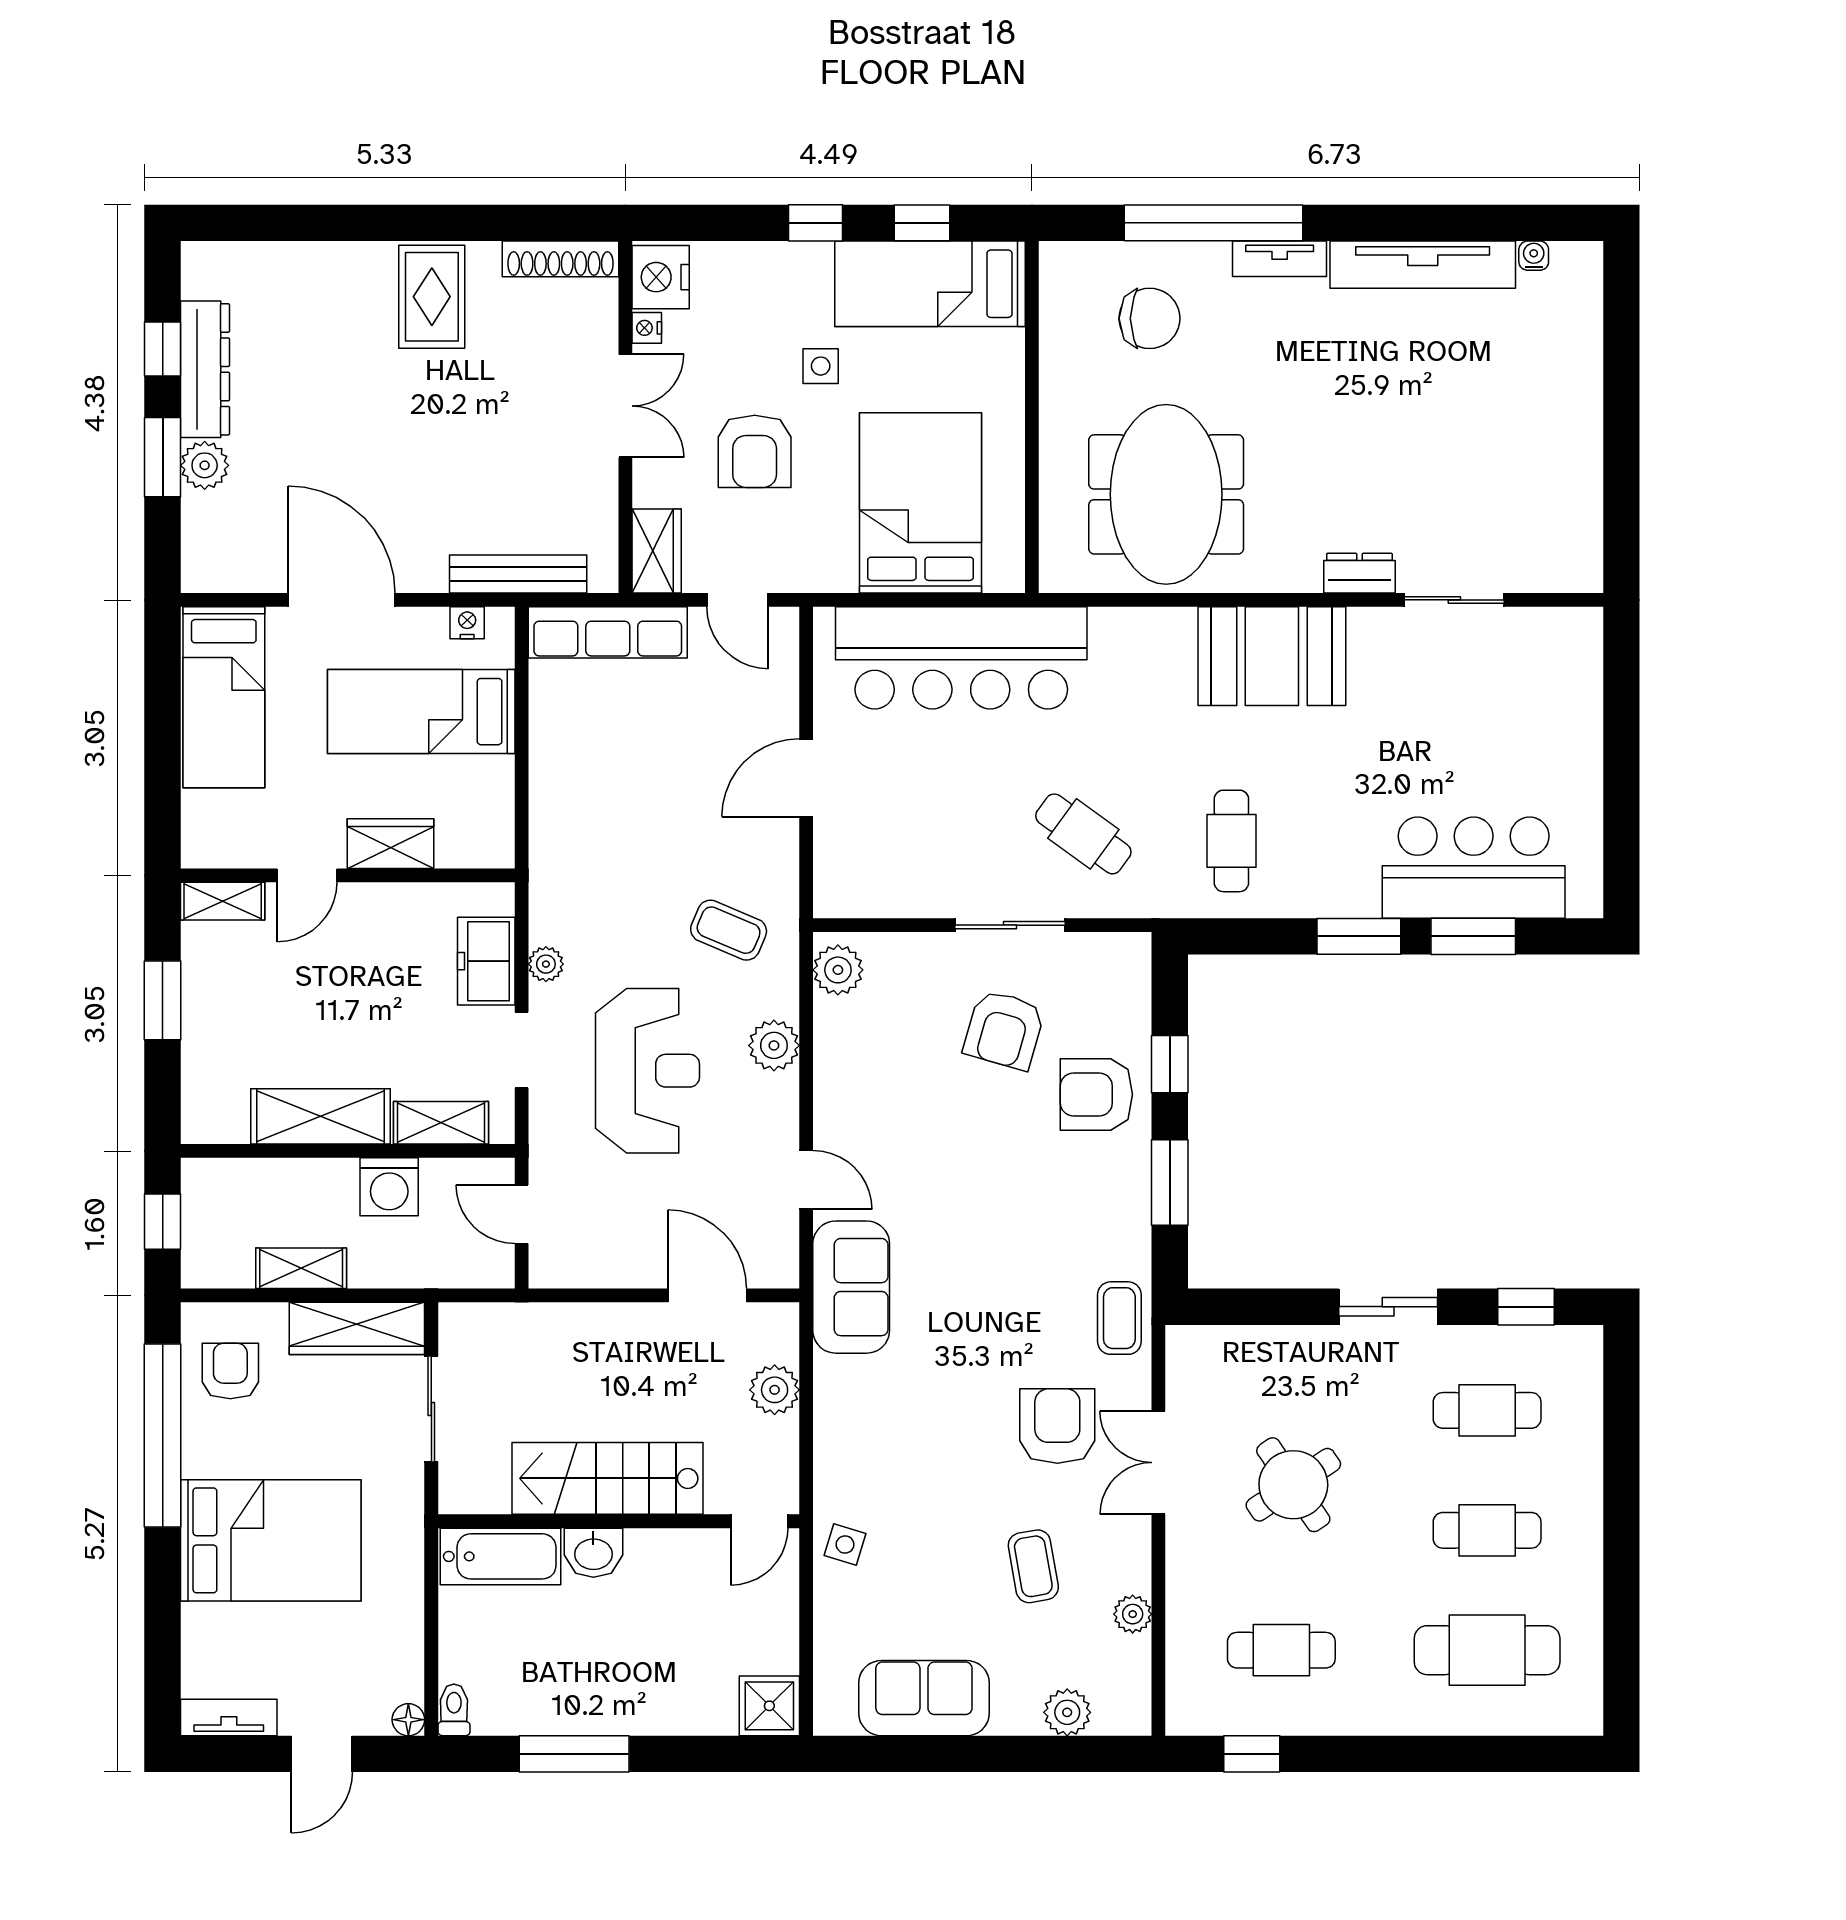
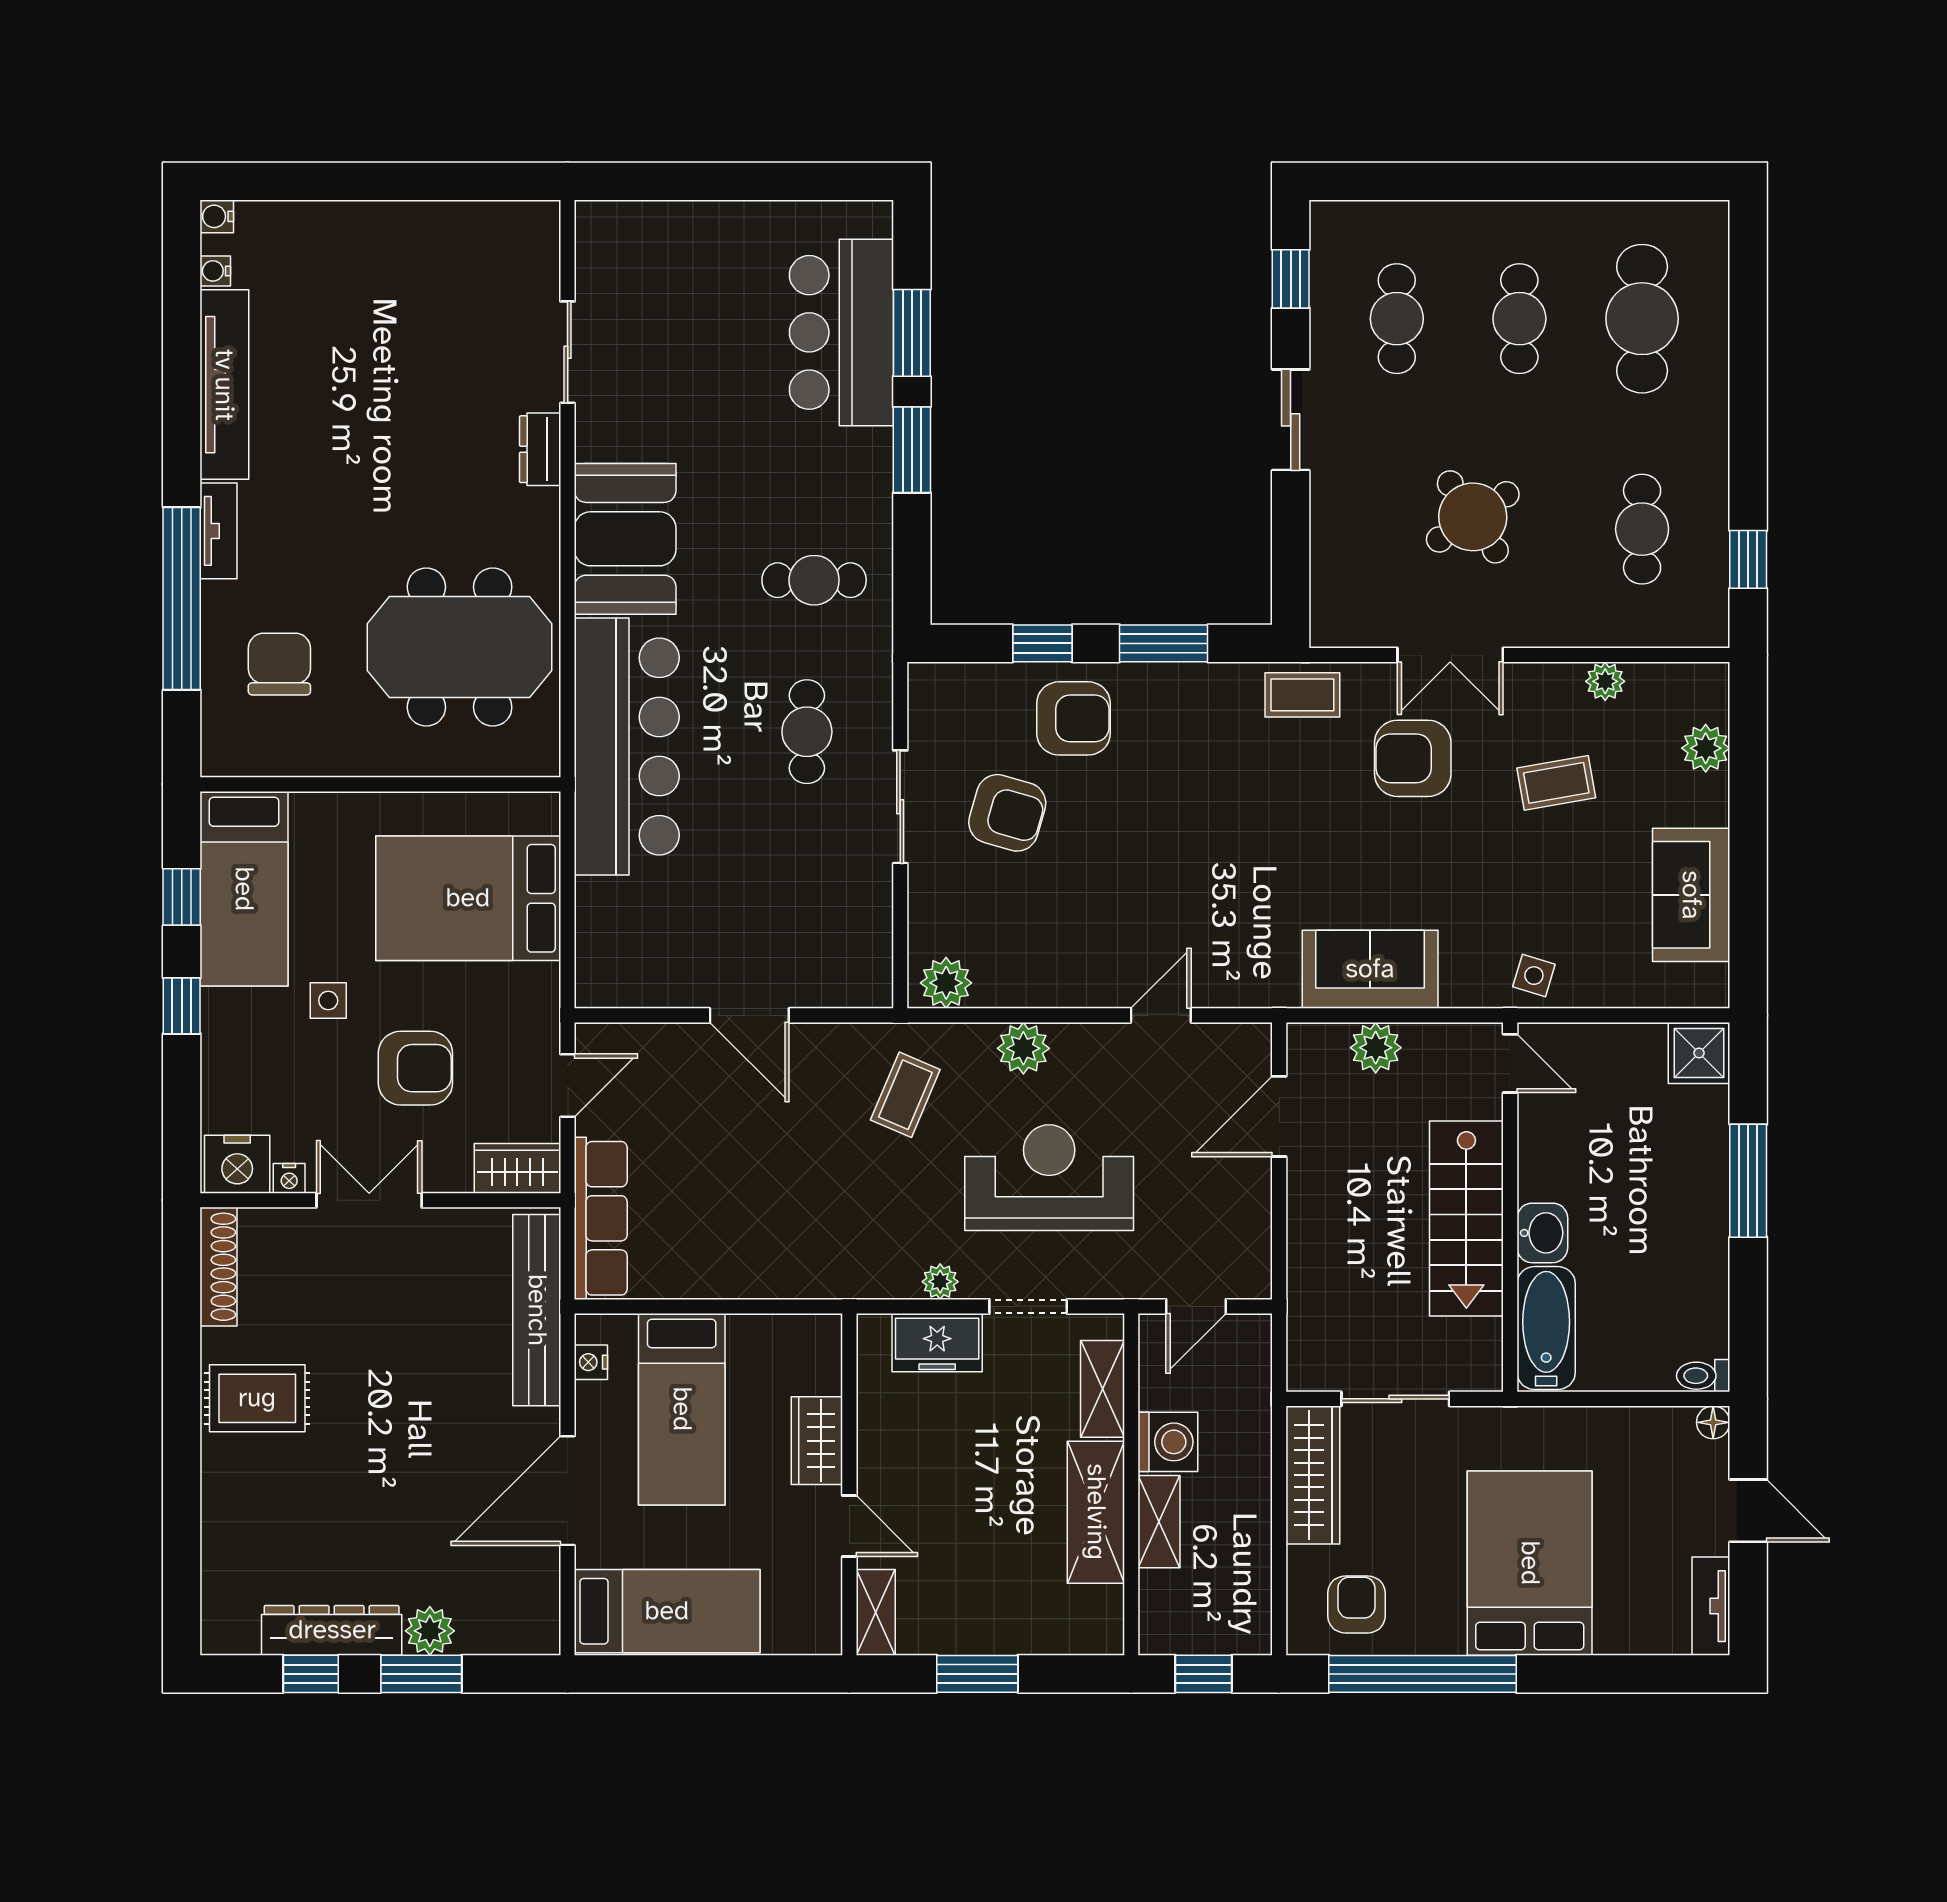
water cooler: (1587, 257) -> (217, 216), added
bench: (518, 574) -> (537, 1310), width x1.37, depth x1.21
bar counter: (961, 658) -> (627, 747), moved
cafe table: (1083, 834) -> (807, 732), turned -36
armchair: (1096, 1094) -> (1074, 718), turned -90
shelving: (301, 1268) -> (1159, 1522), moved
sofa: (851, 1287) -> (1370, 969), moved
armchair: (230, 1371) -> (1356, 1604), turned 90
window: (574, 1754) -> (1748, 1181), moved

